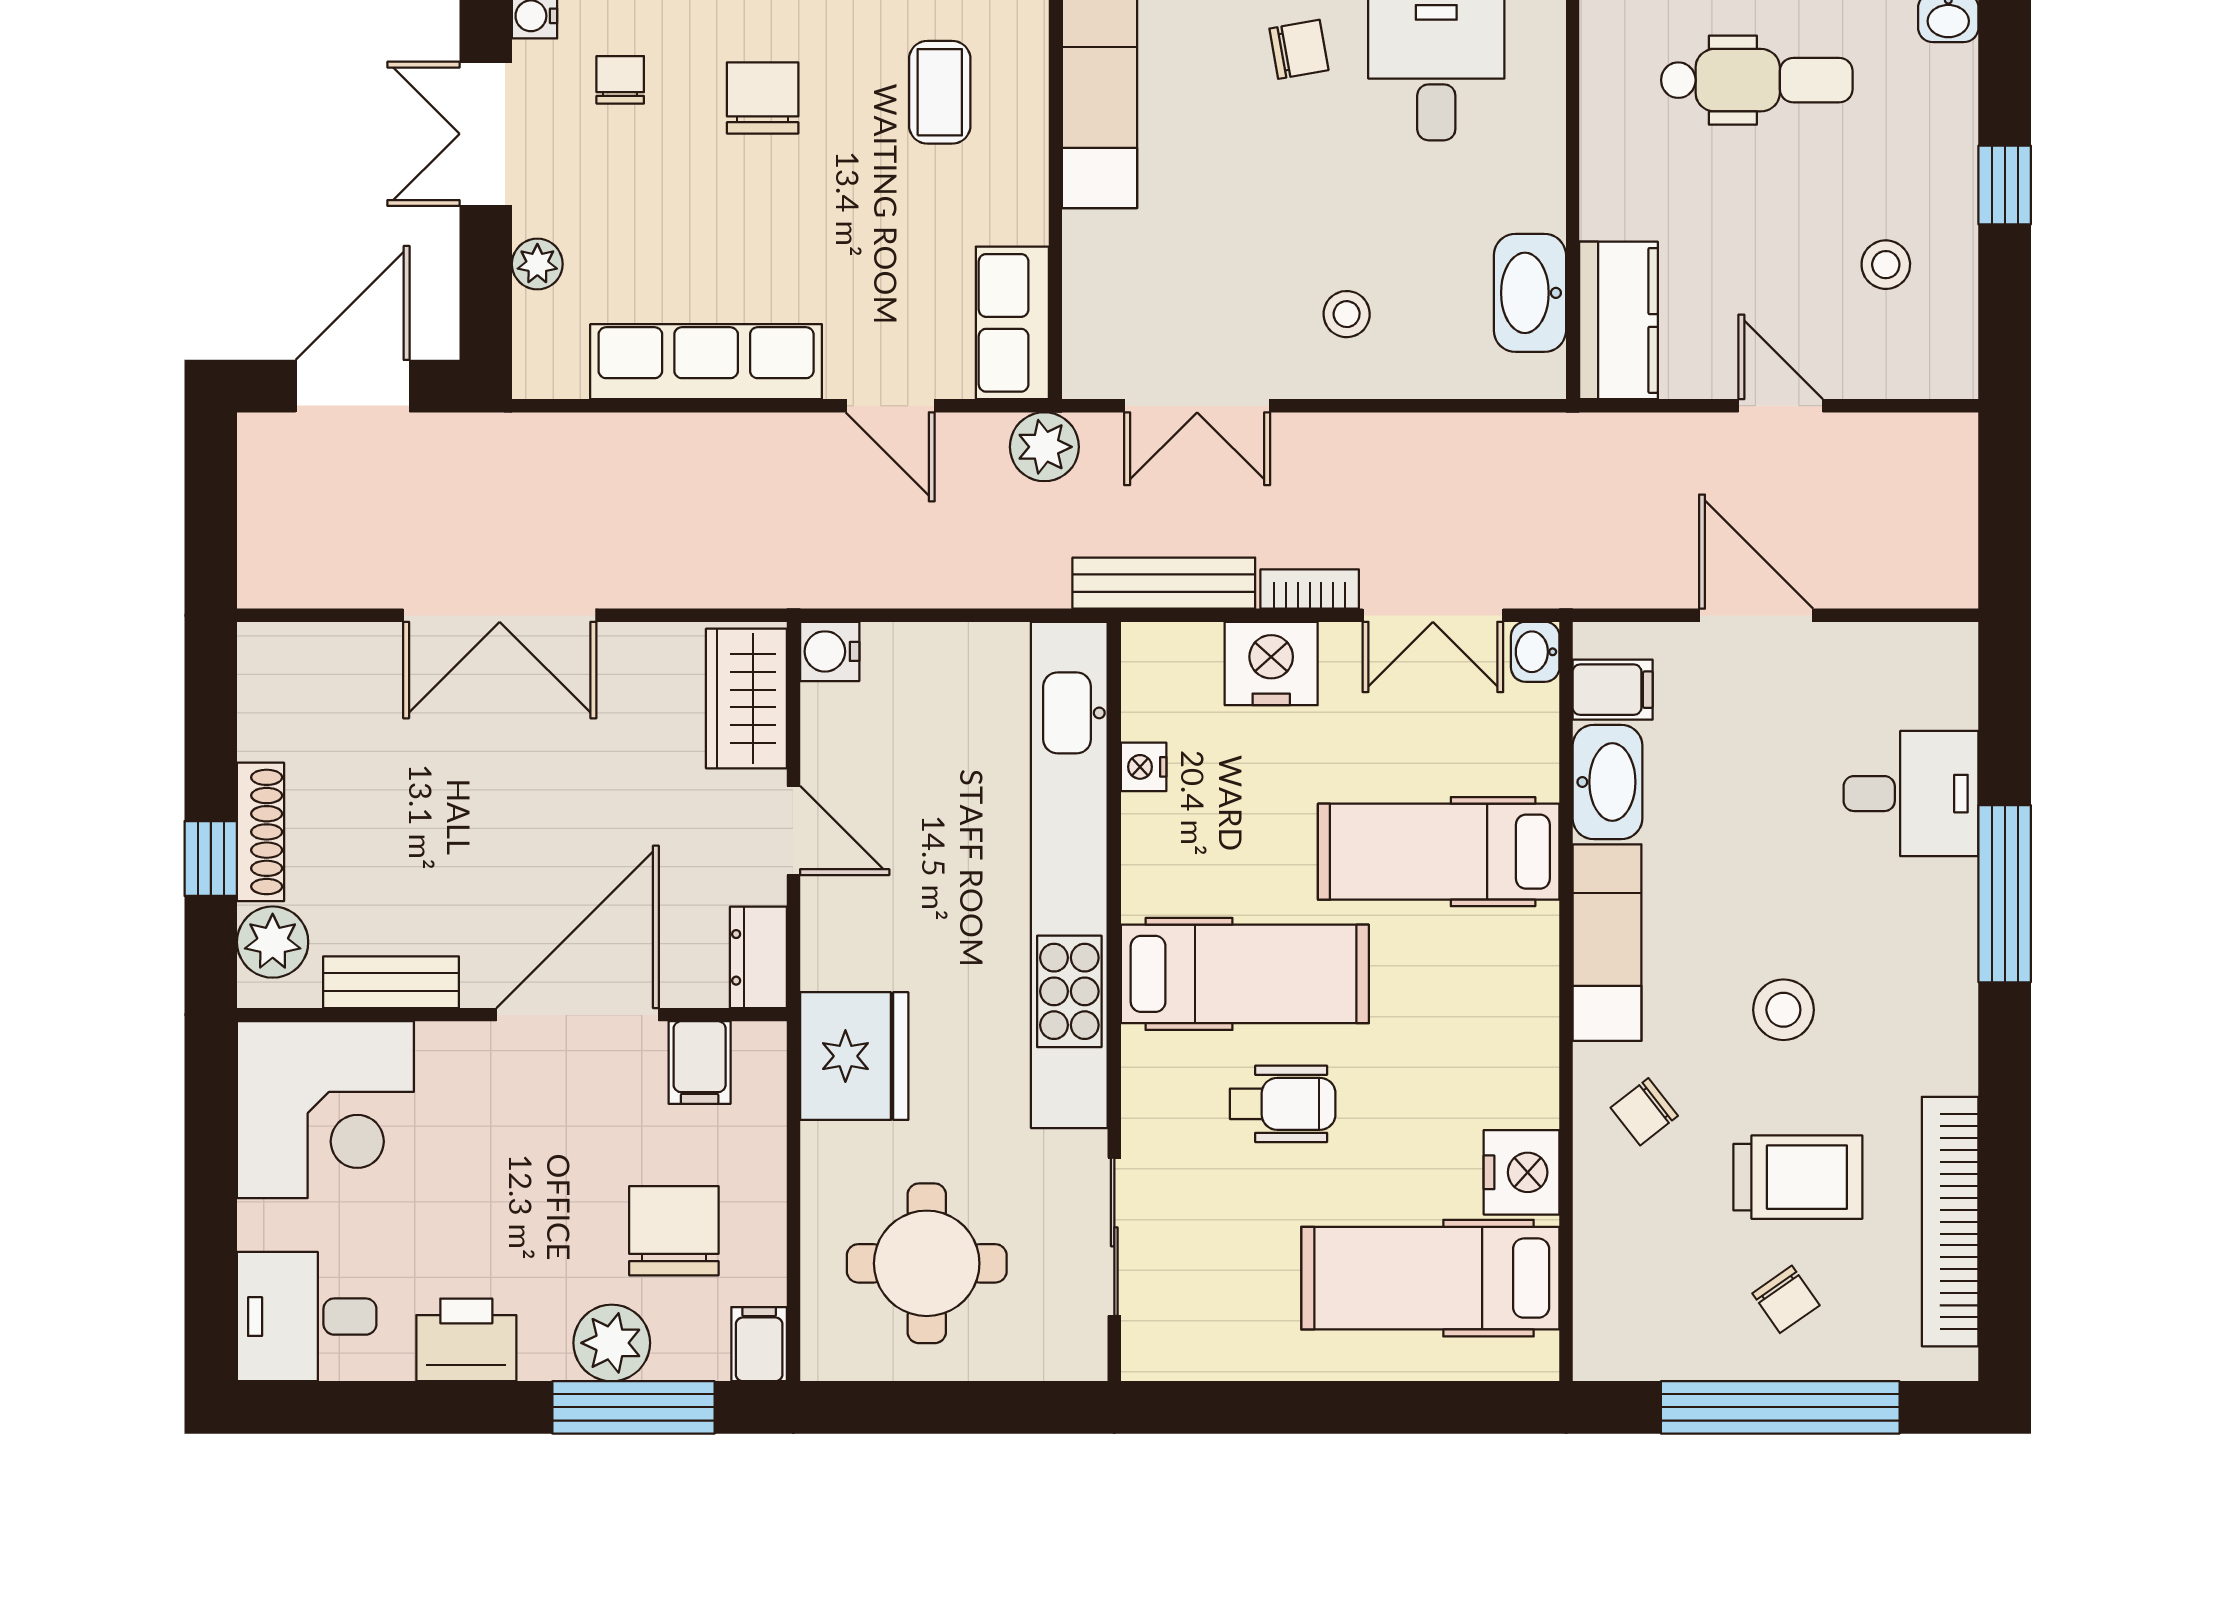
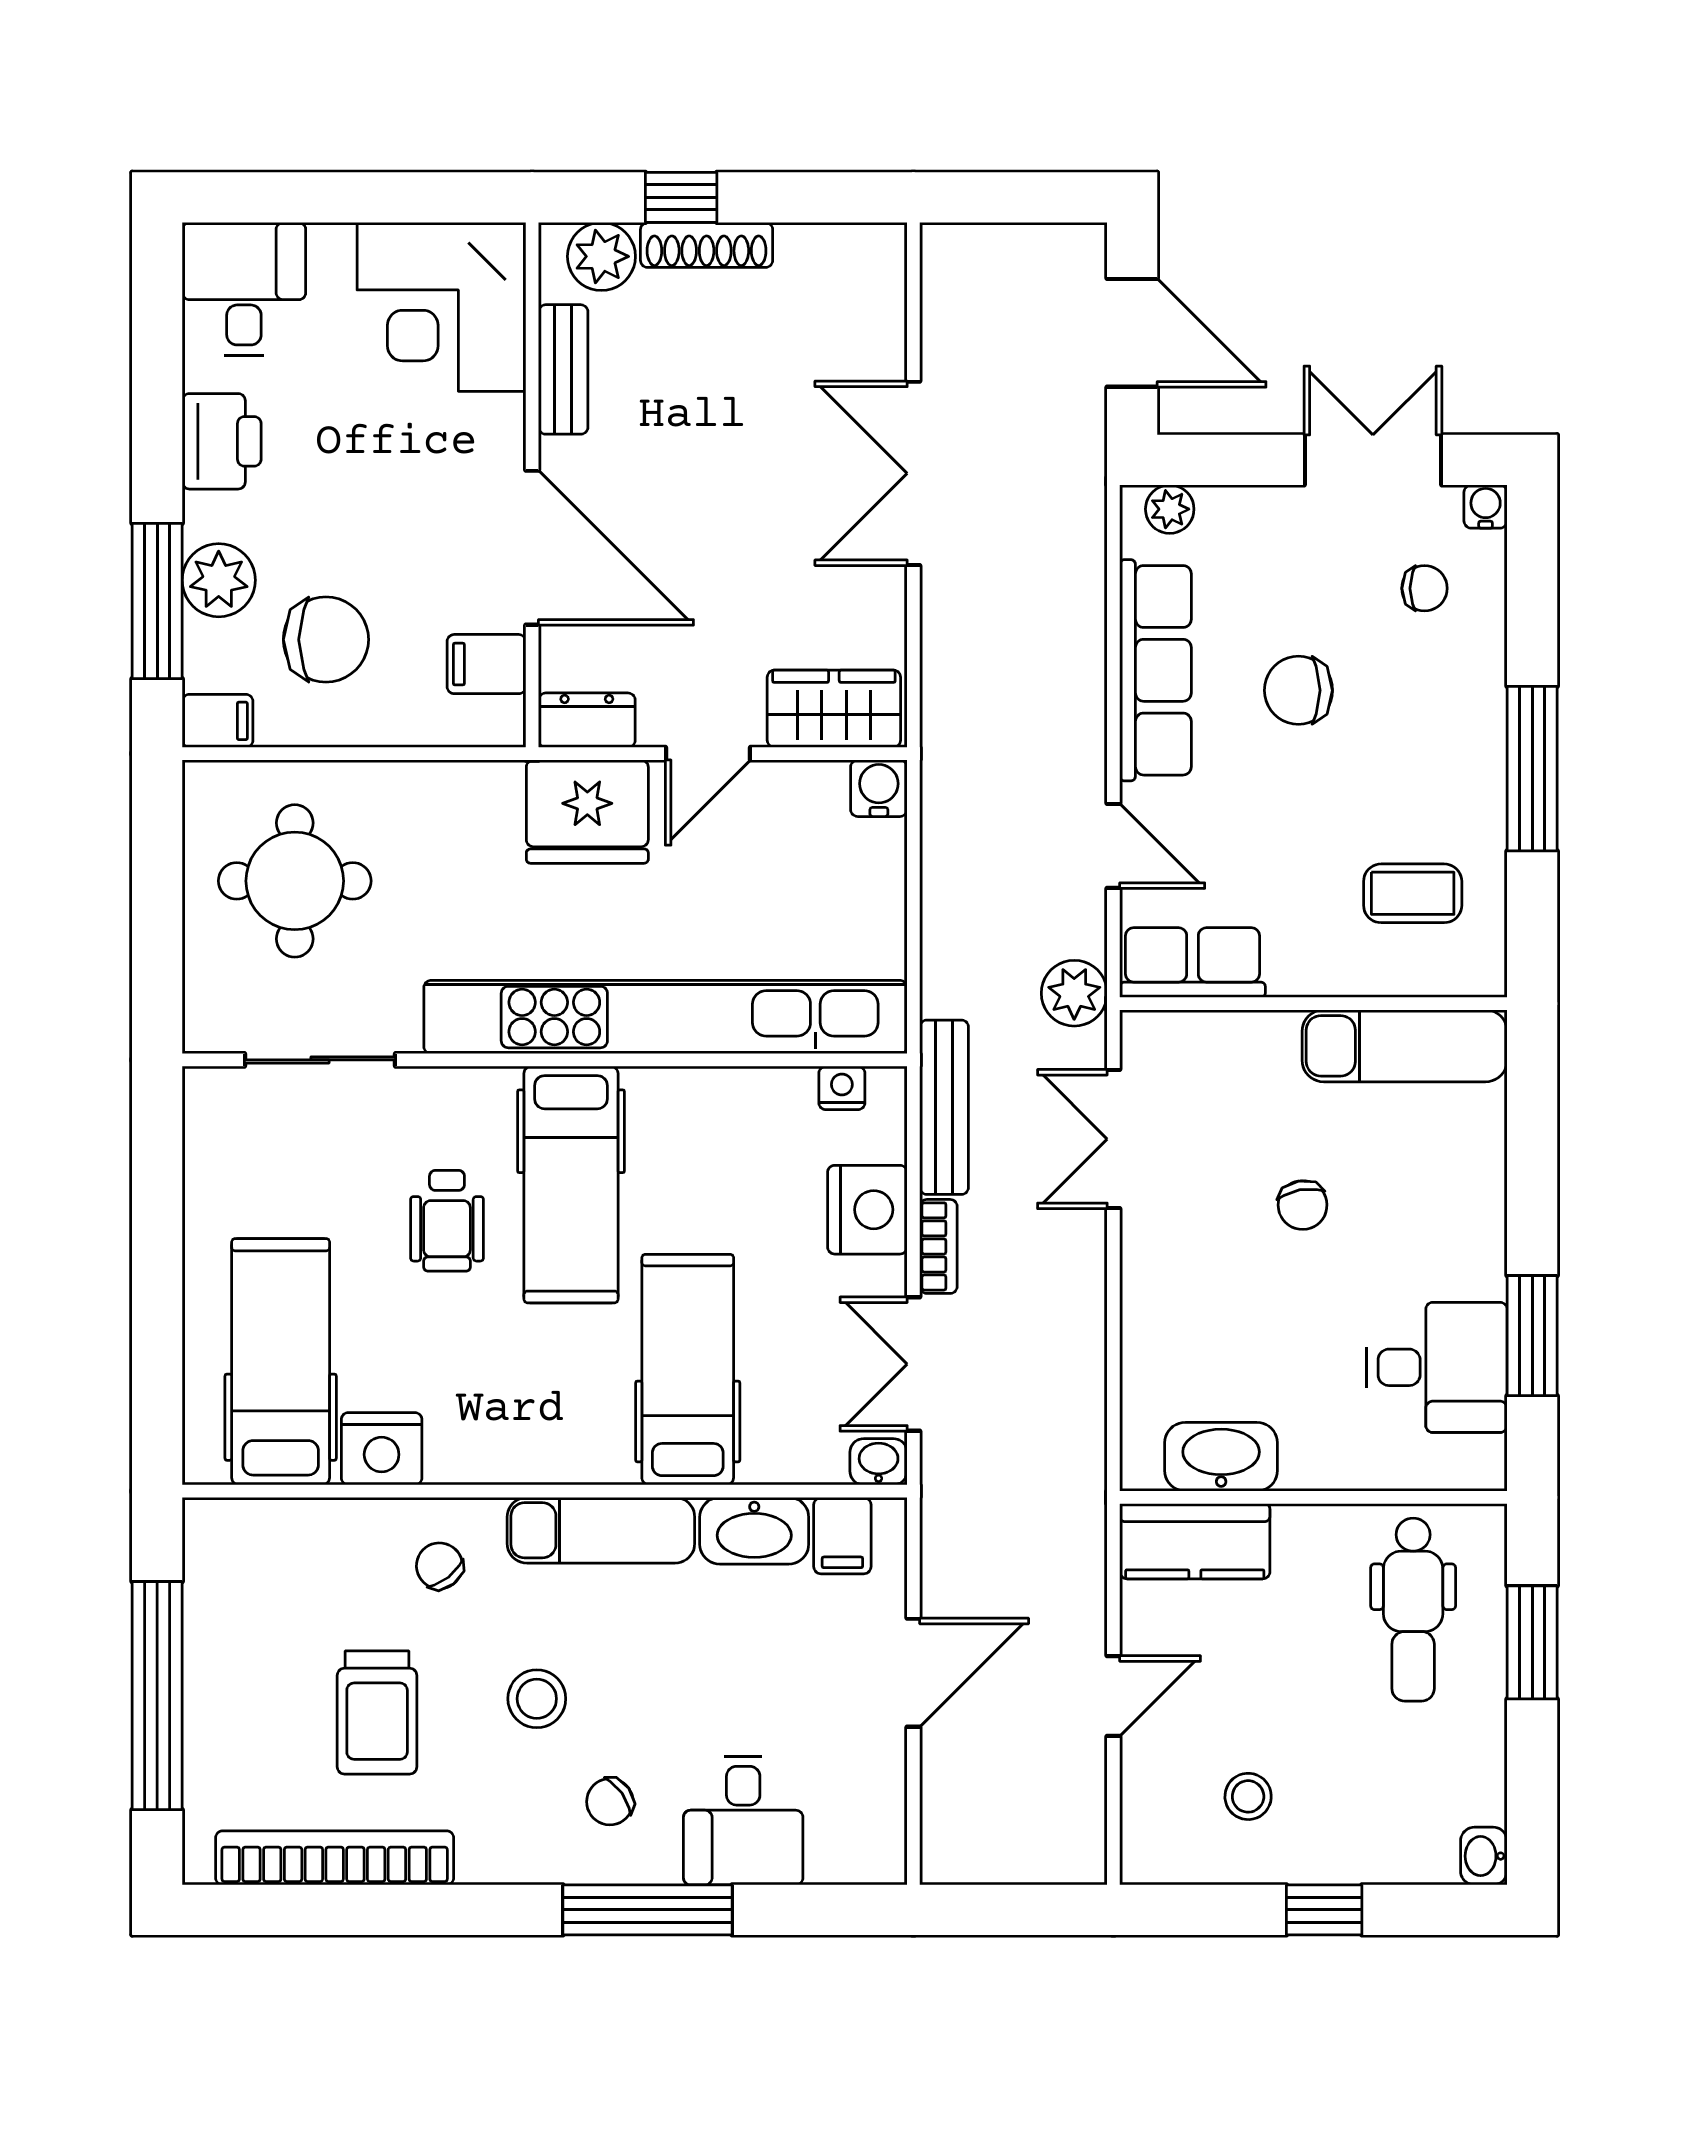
chair: (1299, 49) -> (1303, 1205), moved
dental chair: (1757, 80) -> (1413, 1610), moved
chair: (763, 98) -> (1298, 690), moved, turned 180
plant: (537, 264) -> (1170, 509), moved
stool: (1347, 314) -> (1201, 1282), removed
door: (890, 406) -> (1113, 846), swing flipped
nightstand: (1144, 767) -> (842, 1088), moved
fridge: (854, 1056) -> (587, 812), moved
chair: (1786, 1299) -> (610, 1802), moved

